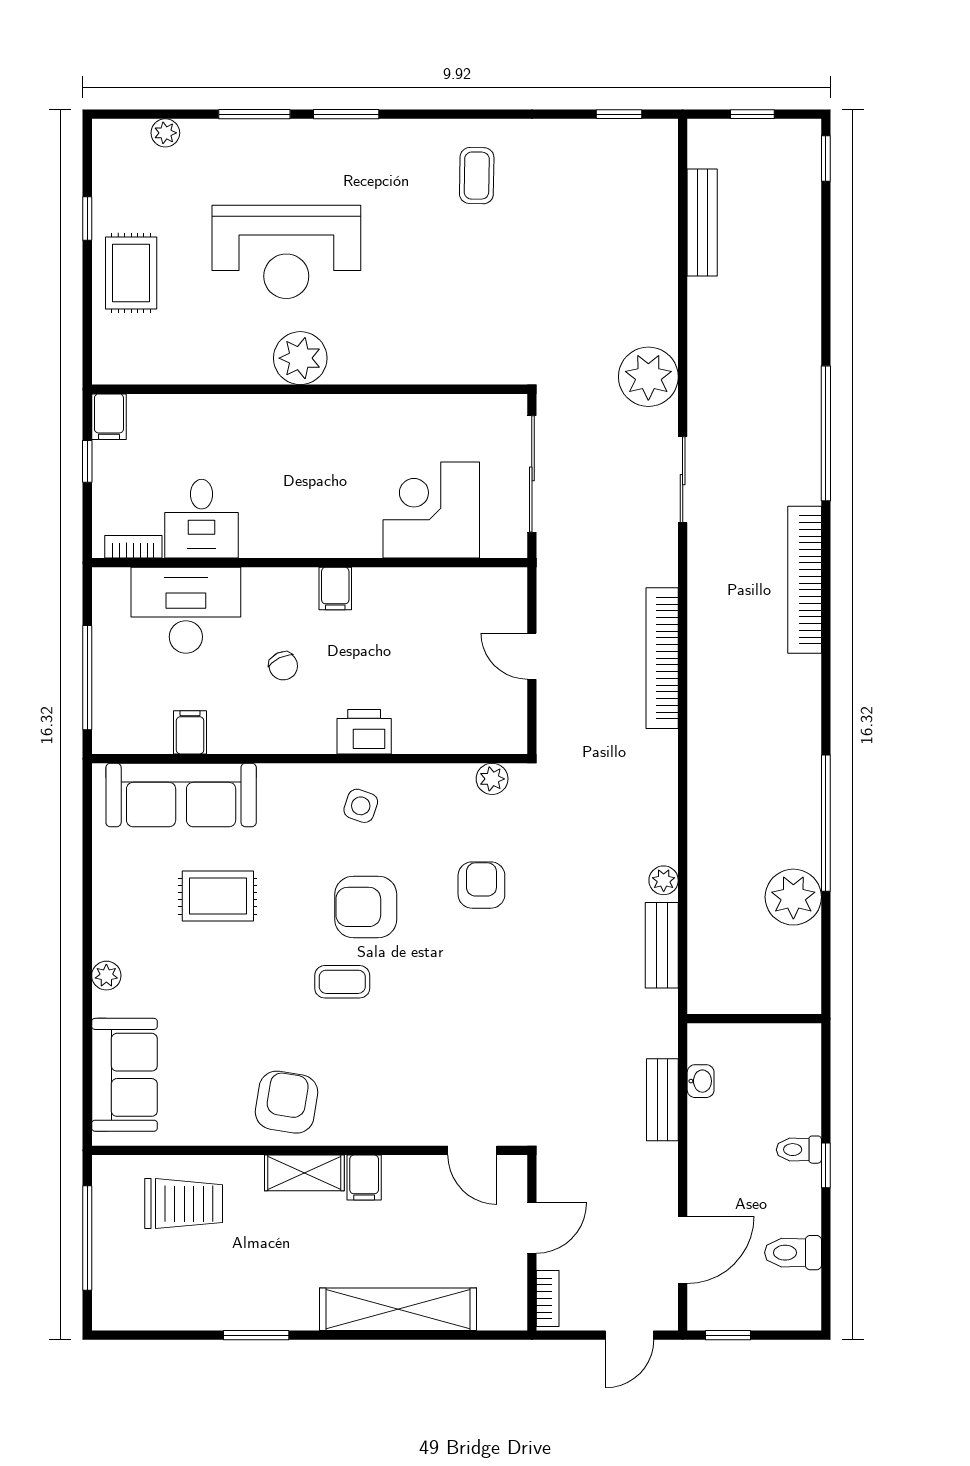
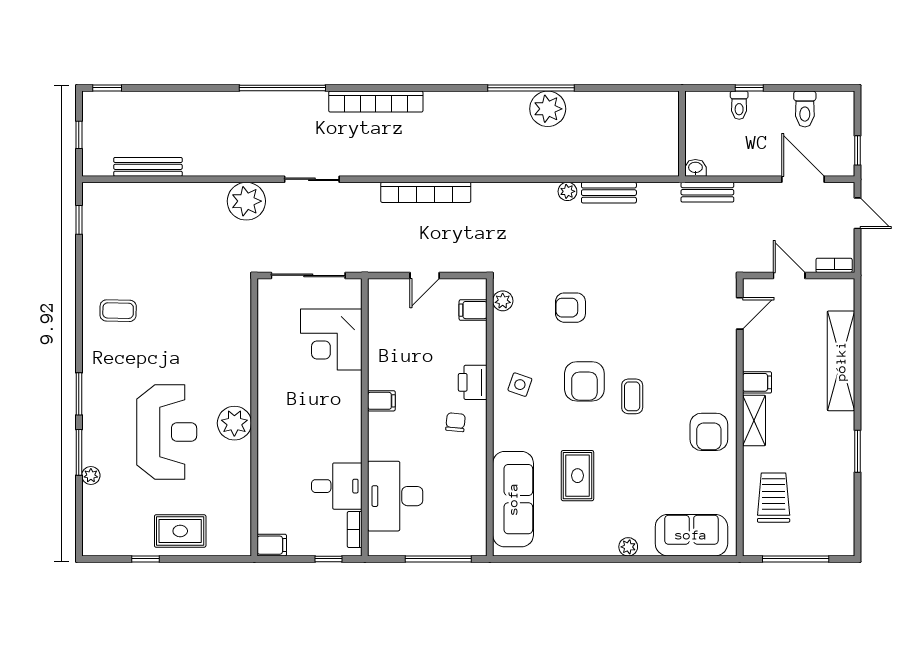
plant: (165, 133) -> (91, 475), moved
window: (87, 461) -> (329, 559), moved
chair: (283, 666) -> (456, 422), moved, turned -58
filing cabinet: (190, 732) -> (473, 310), moved
plant: (793, 897) -> (548, 109), moved
wall: (754, 1019) -> (682, 134), moved
armchair: (287, 1102) -> (709, 432), turned -99

